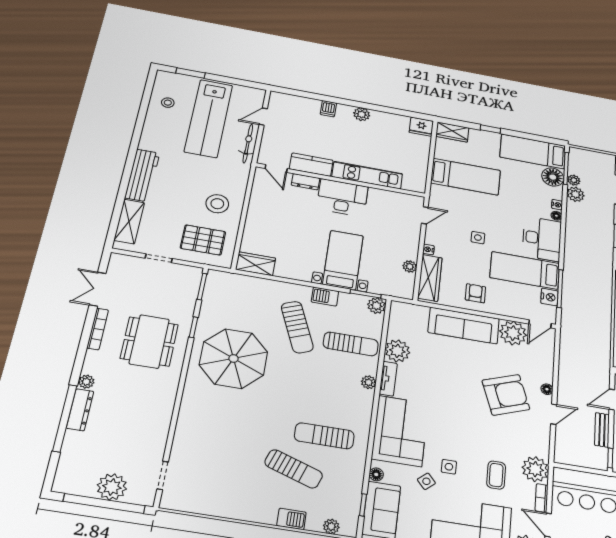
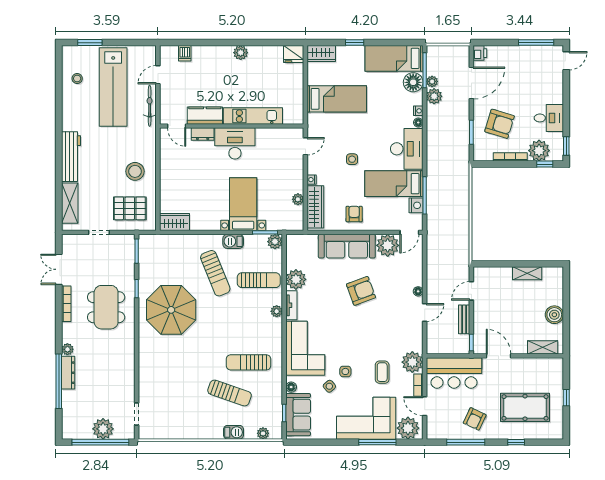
dishwasher: (328, 109) -> (185, 53), moved
armchair: (506, 395) -> (361, 291), moved, width x0.73, depth x0.73

